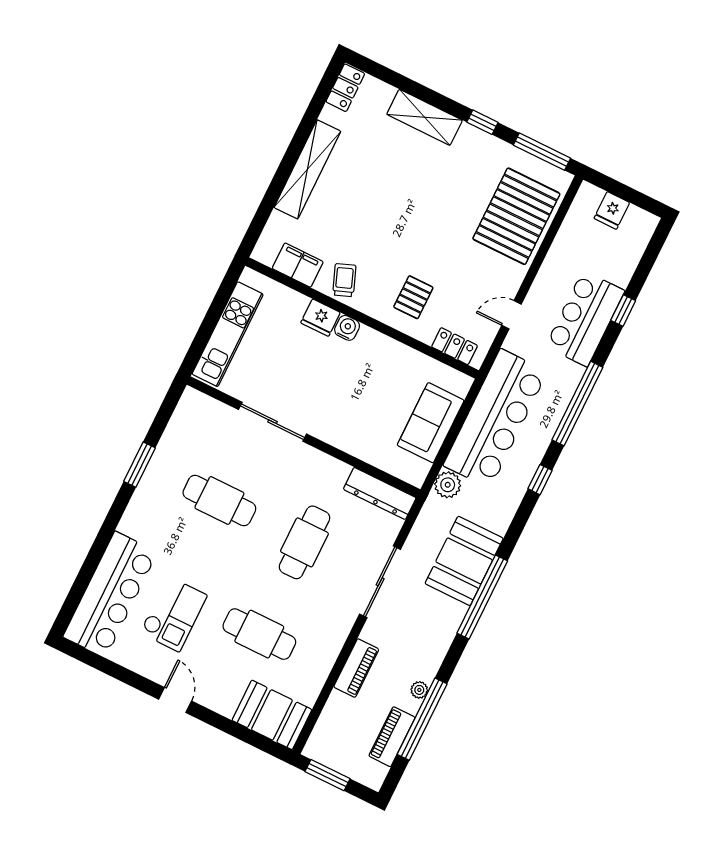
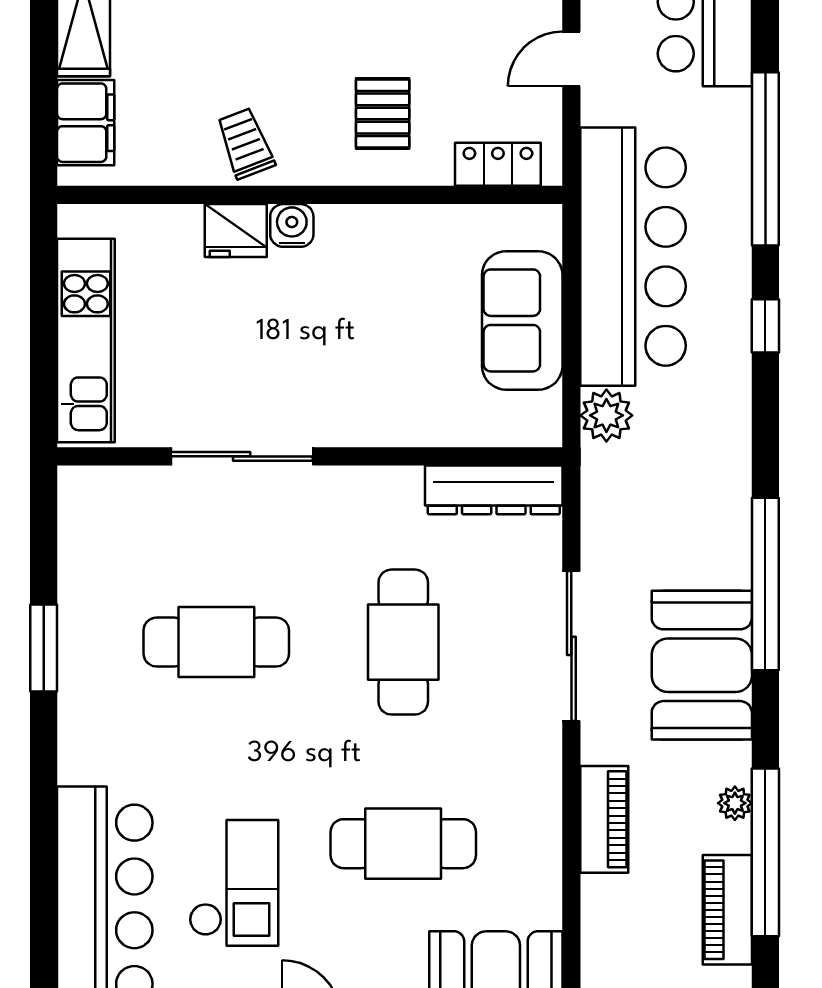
filing cabinet: (298, 265) -> (86, 123), moved, turned 90
booth: (464, 561) -> (702, 665), moved

